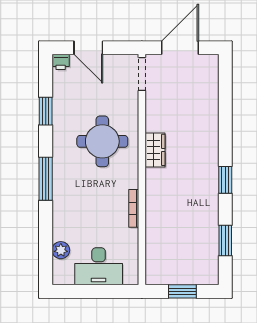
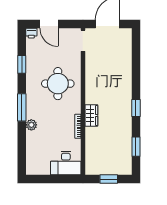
wardrobe: (155, 150) -> (91, 115), moved
plant: (61, 250) -> (31, 125), moved
desk: (99, 266) -> (66, 163), moved

